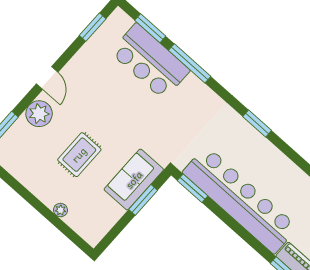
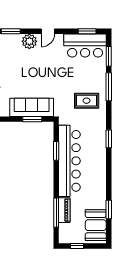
bar counter: (150, 61) -> (85, 45), moved, turned -90
rug: (79, 155) -> (87, 101), moved
sofa: (134, 180) -> (32, 107), width x1.36
window: (193, 188) -> (56, 151), moved

